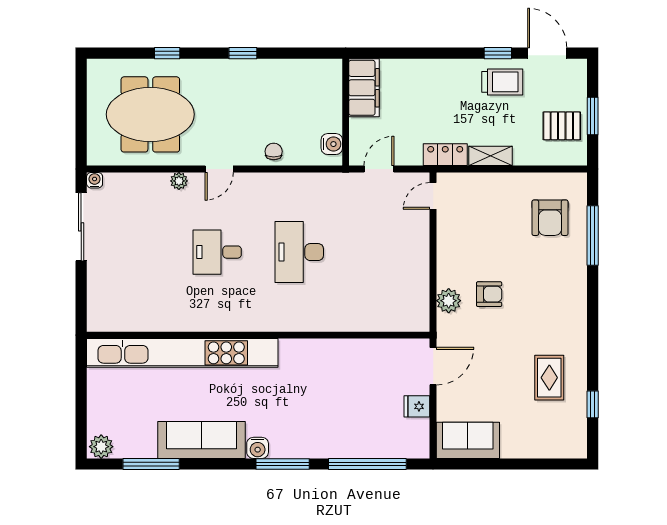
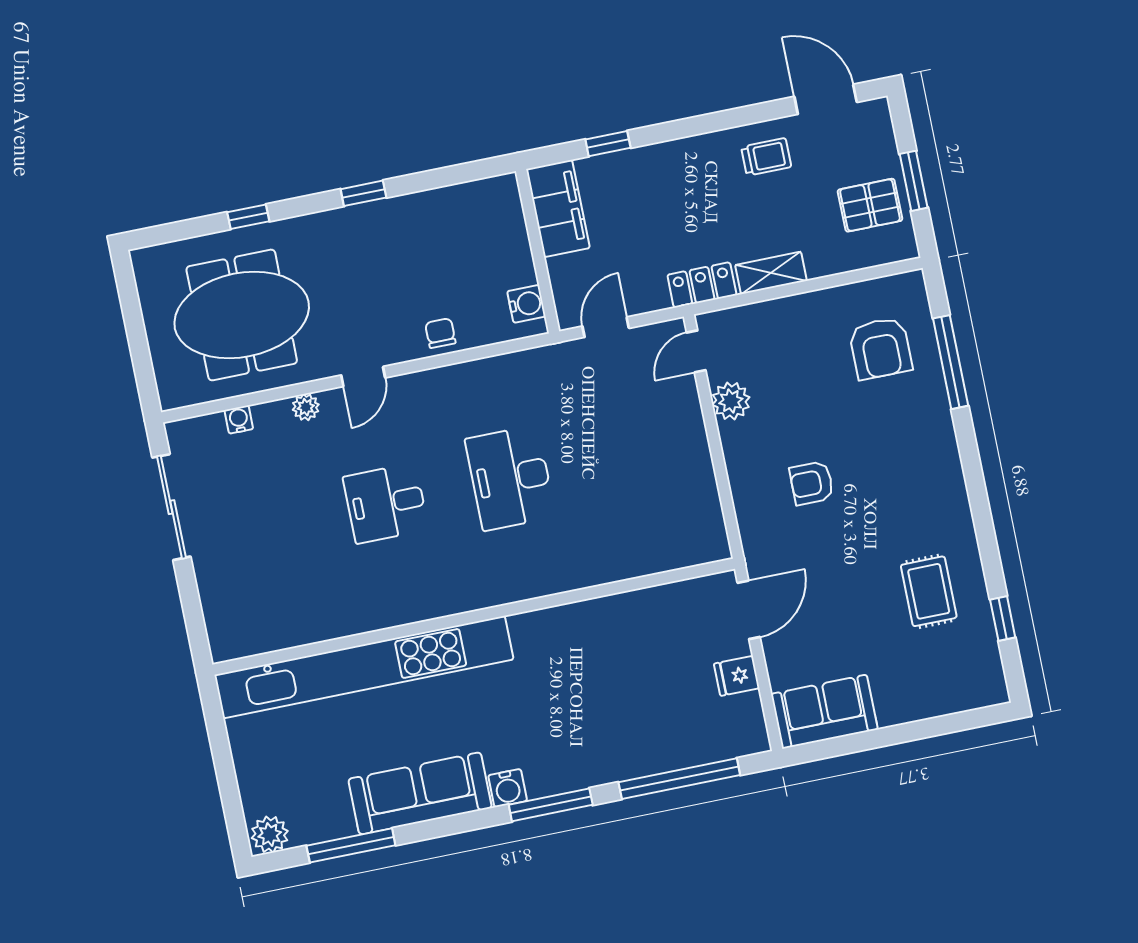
window: (498, 53) -> (608, 144), moved
trolley: (502, 82) -> (766, 157), width x0.73, depth x0.72
water cooler: (95, 180) -> (239, 420), moved
armchair: (489, 294) -> (812, 483), turned 180
plant: (449, 301) -> (731, 401), moved

